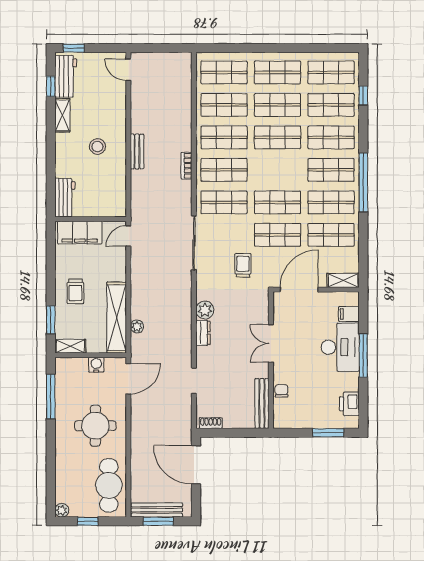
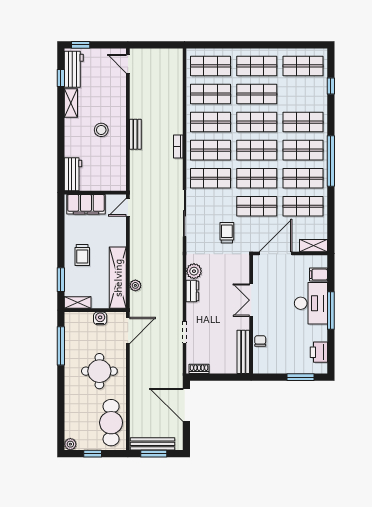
shop shelf: (331, 105) -> (257, 150), moved

